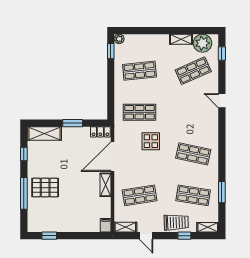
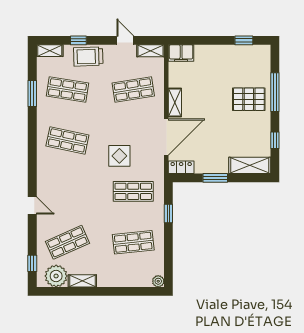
window: (111, 51) -> (168, 214), moved
filing cabinet: (106, 225) -> (181, 53), width x2.00

